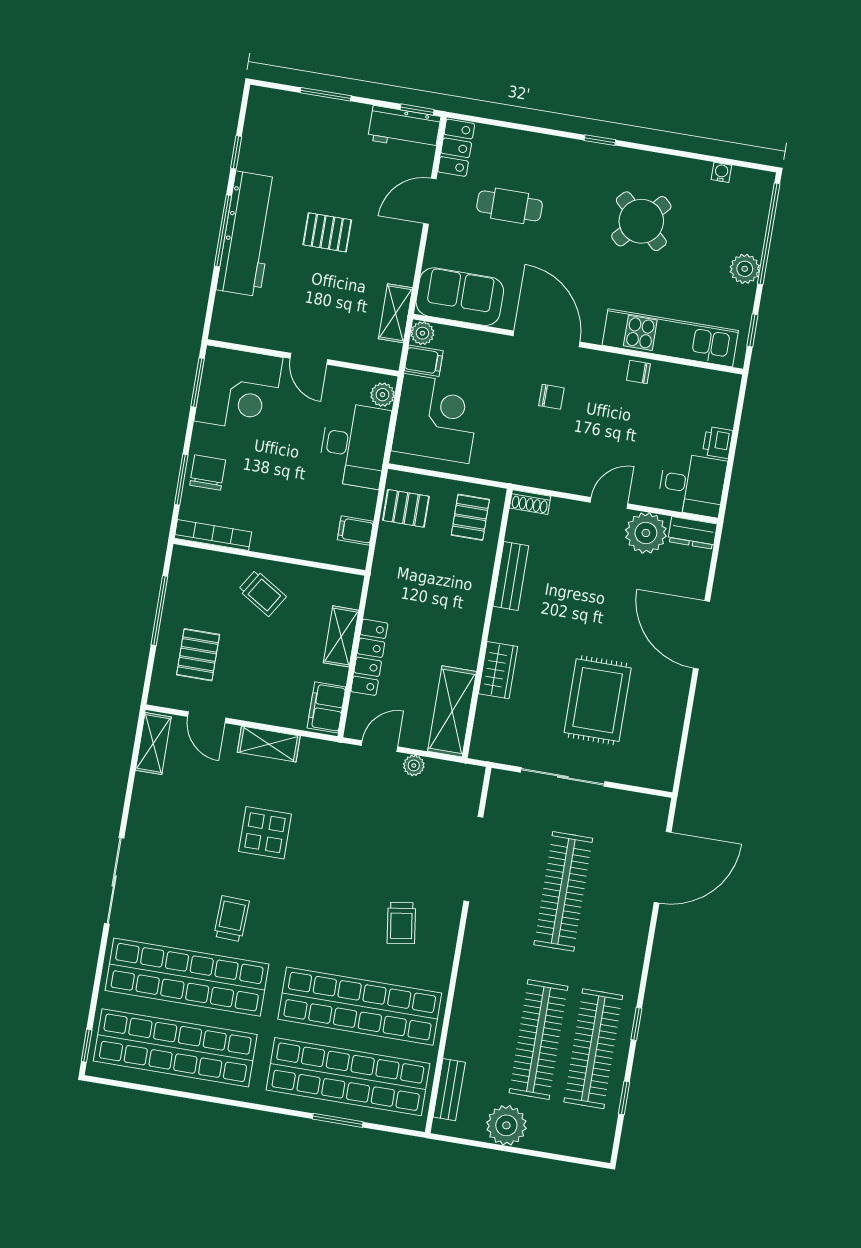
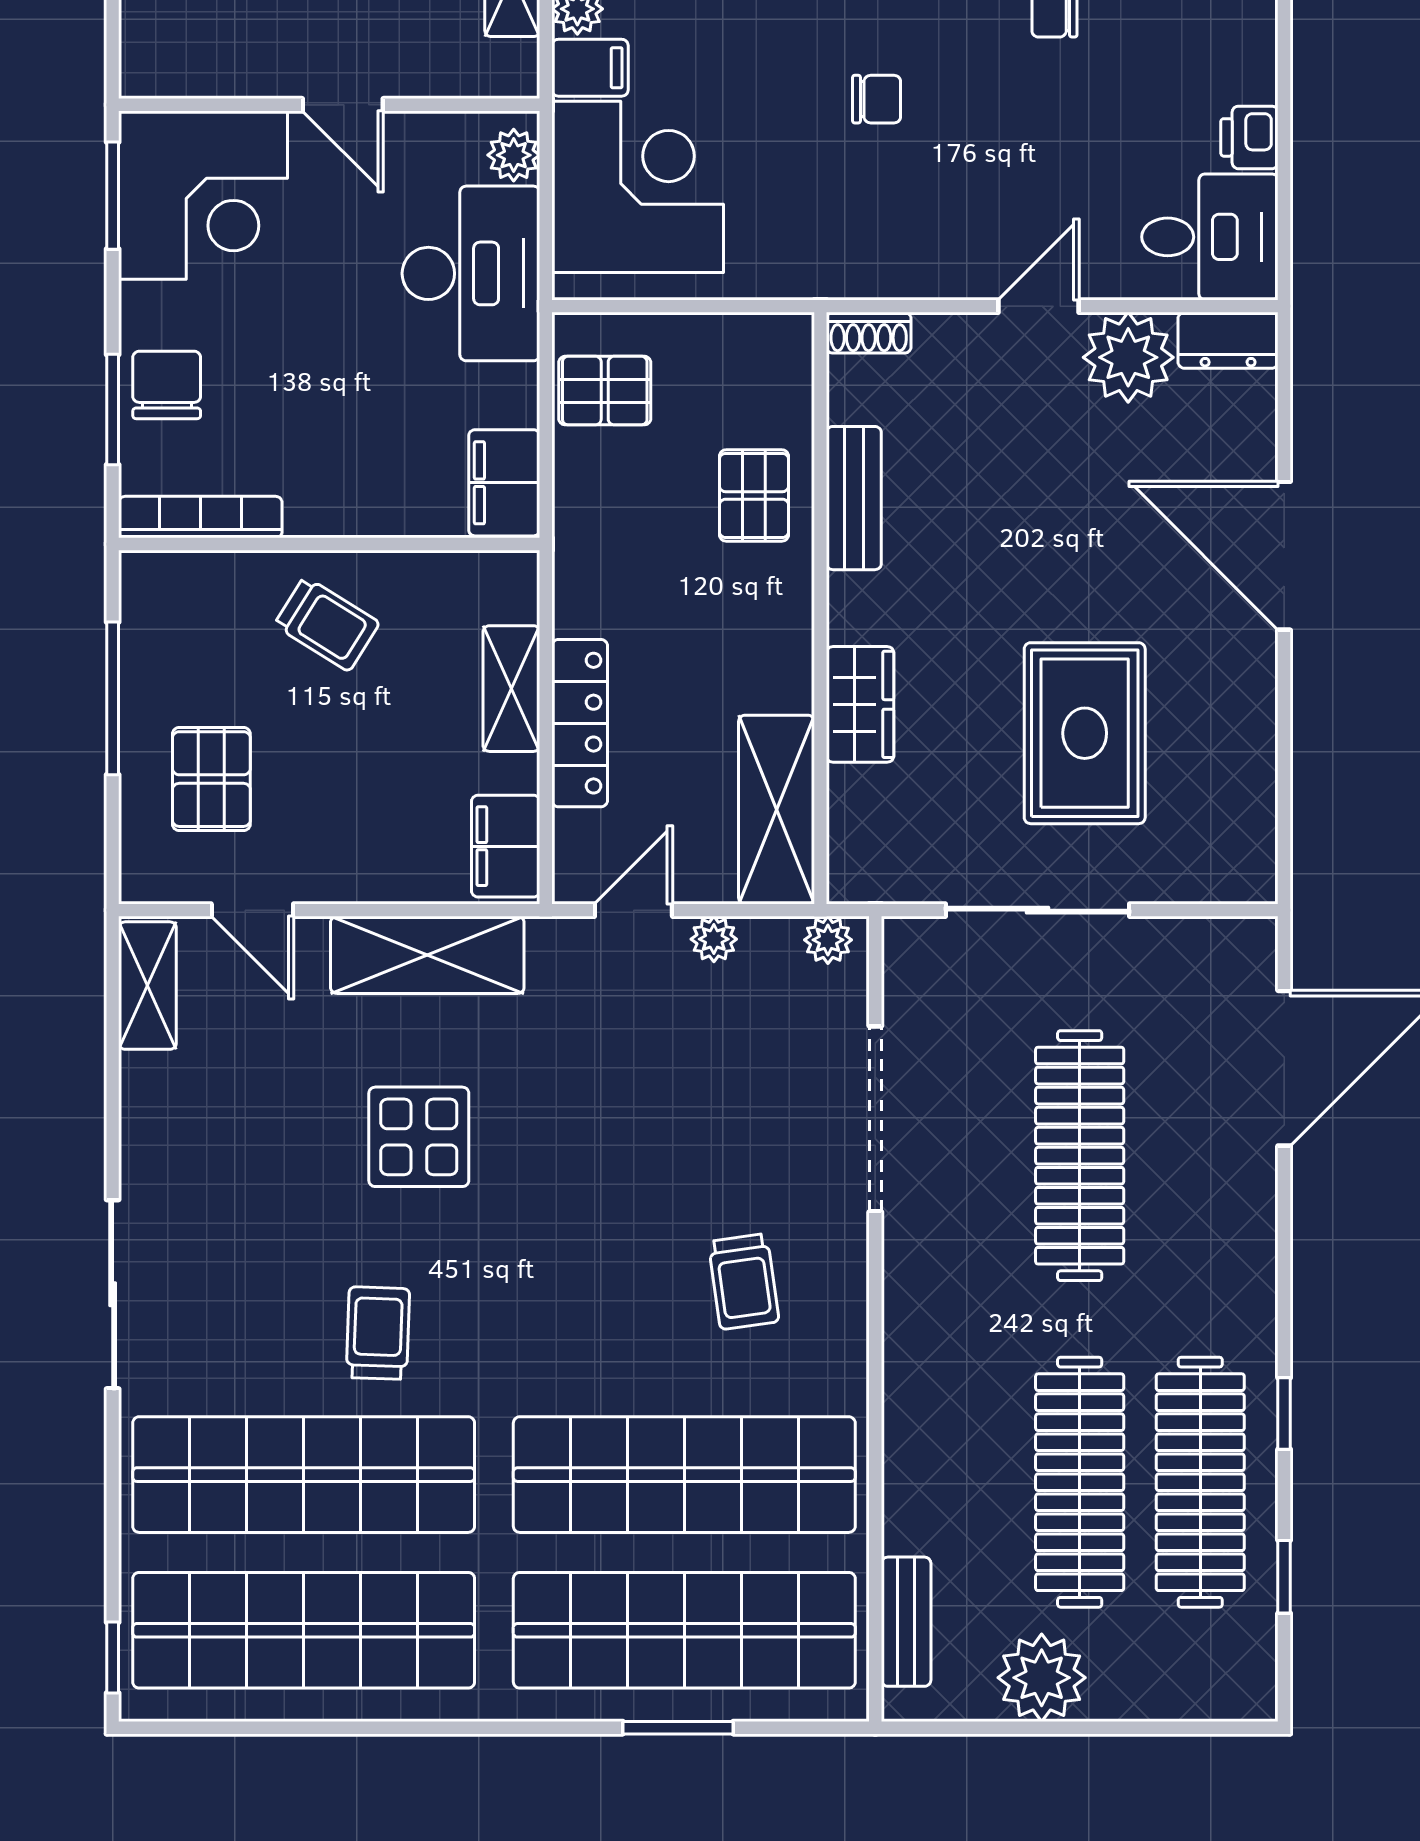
pallet: (470, 517) -> (754, 495), moved
filing cabinet: (355, 530) -> (504, 483), width x2.00
shelving: (269, 744) -> (427, 955), width x1.50, depth x1.33
plant: (465, 774) -> (828, 940), added

